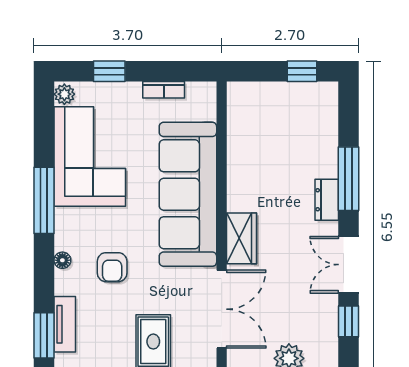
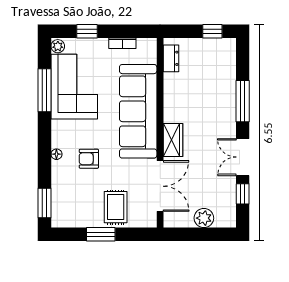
window: (44, 200) -> (44, 90), moved
dresser: (327, 200) -> (171, 58), moved, turned 180
armchair: (112, 267) -> (89, 159), turned 90
tv unit: (65, 324) -> (58, 196), removed

